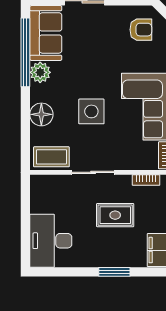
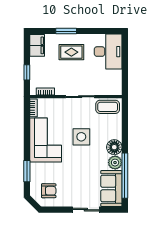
armchair: (141, 30) -> (49, 191), turned 180
floor lamp: (41, 114) -> (114, 147), moved
rug: (115, 215) -> (71, 52), moved

